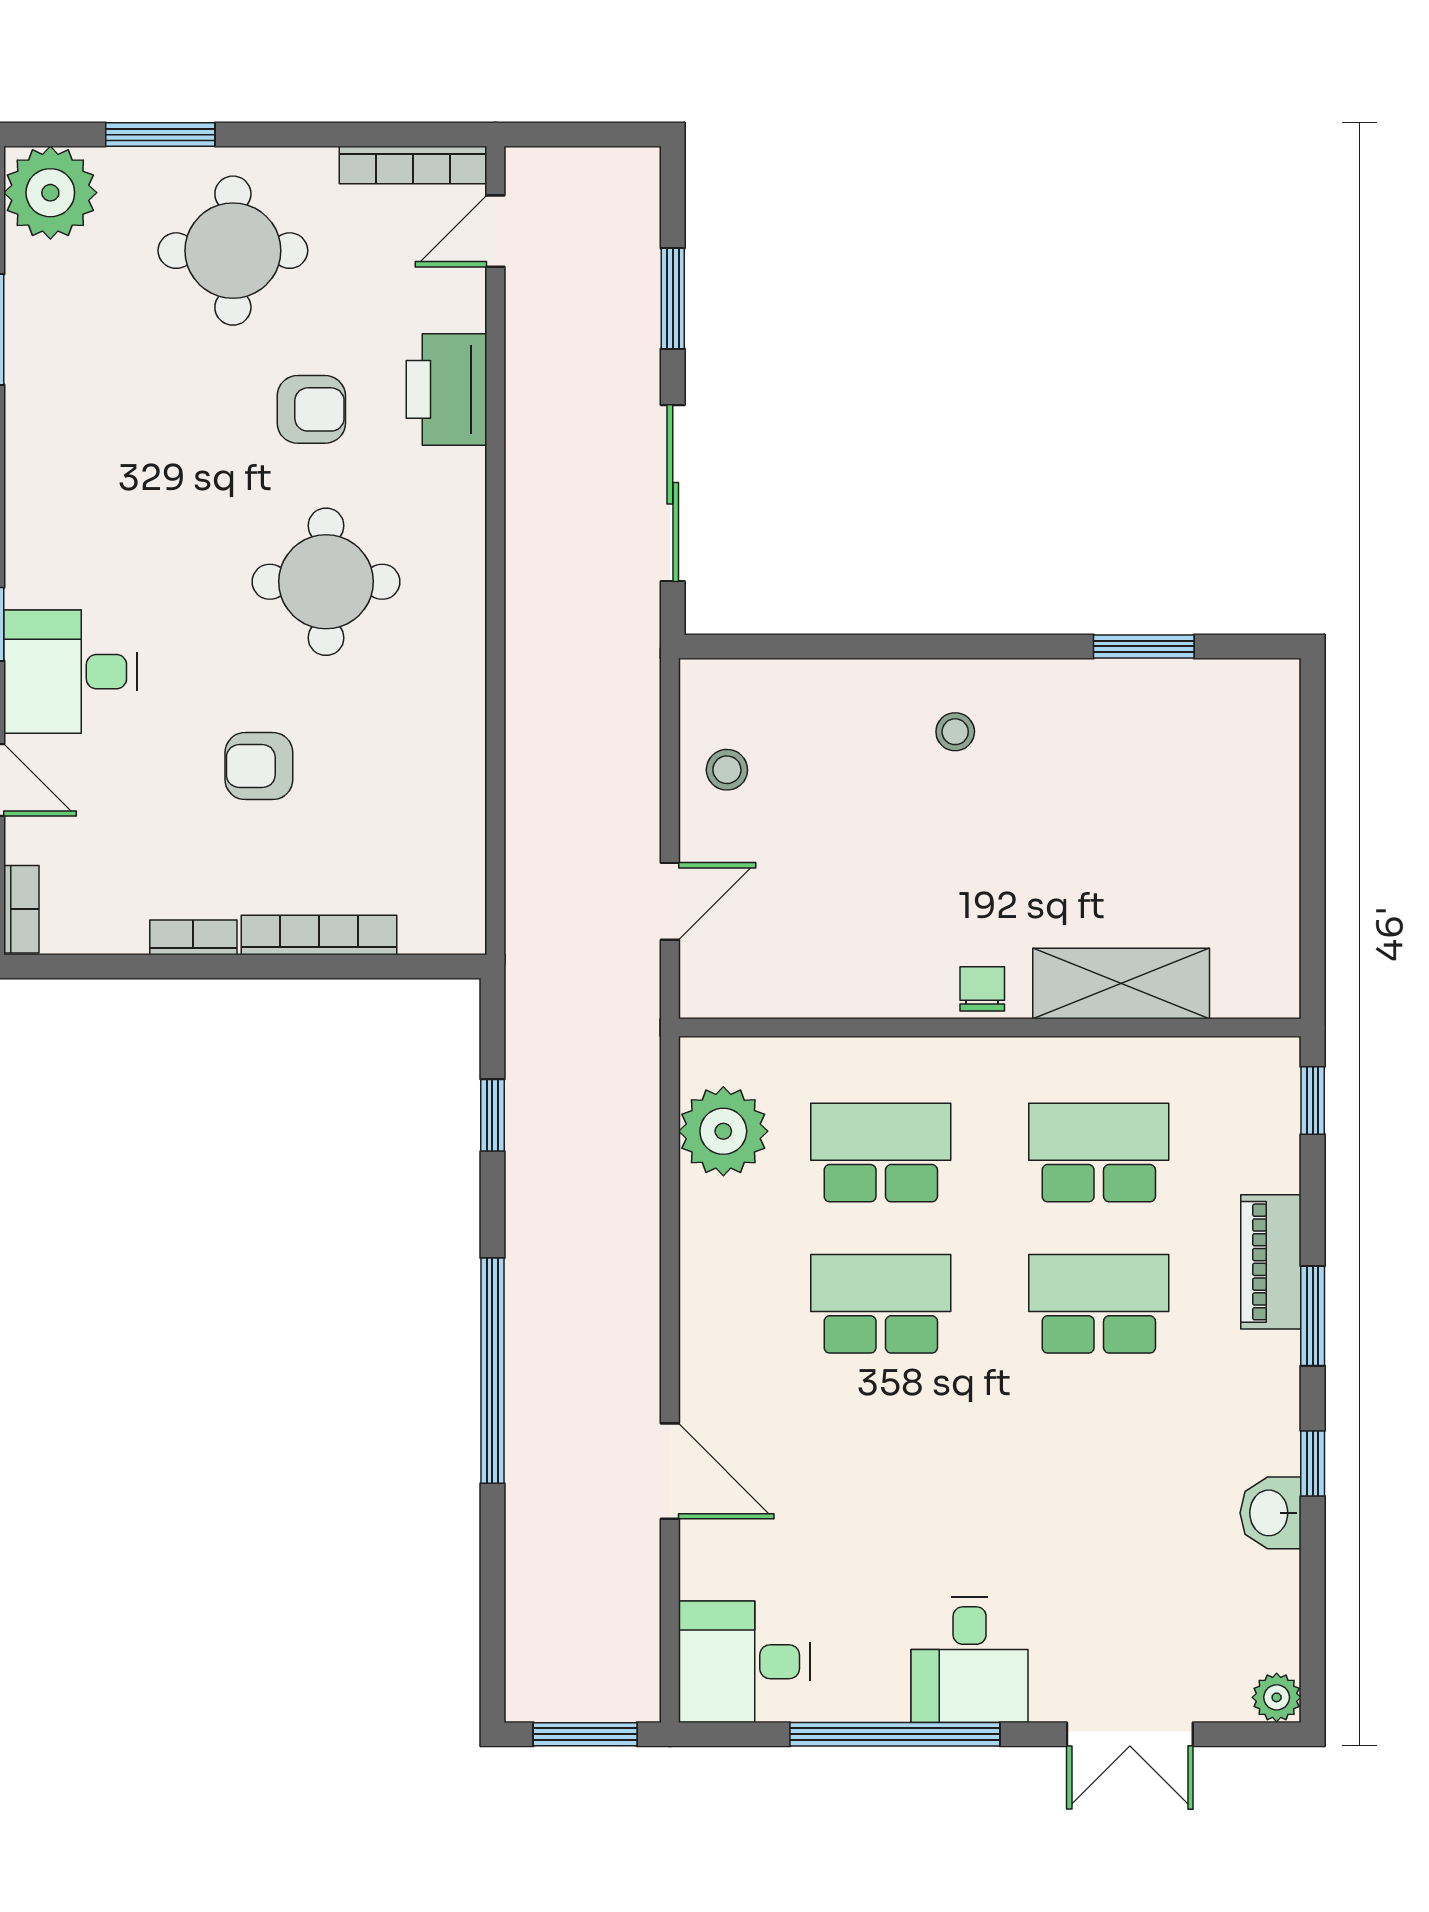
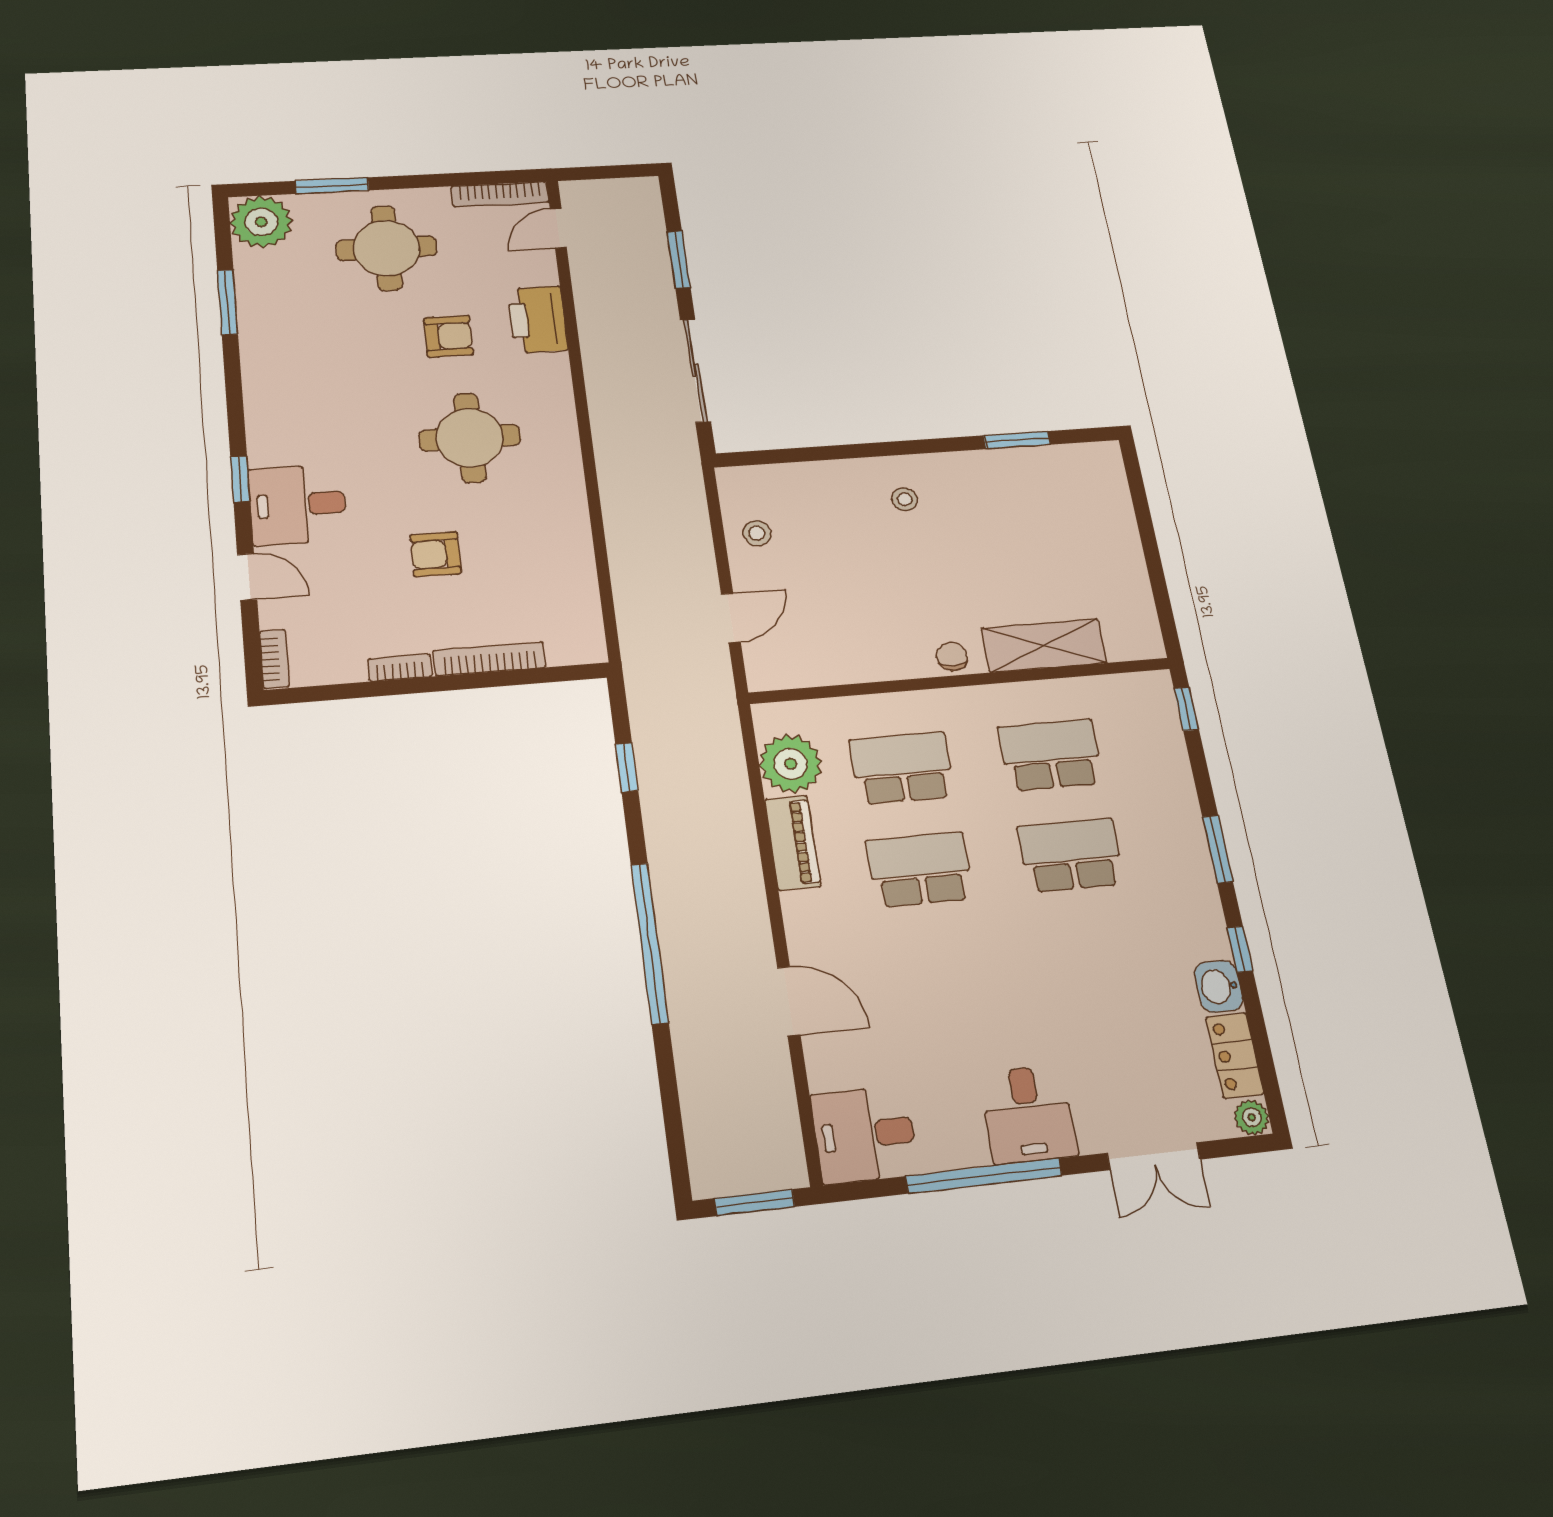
piano: (1271, 1262) -> (793, 843), moved, turned 180
locker: (1272, 1611) -> (1235, 1055), added

